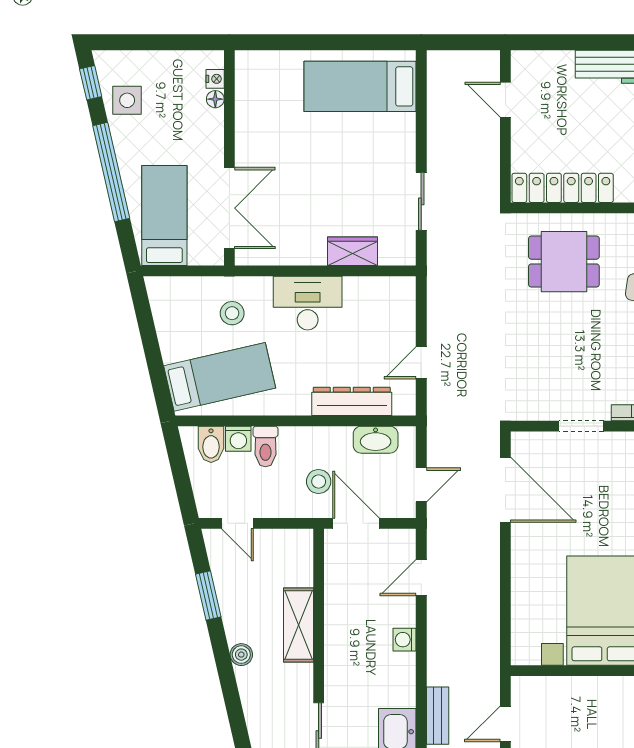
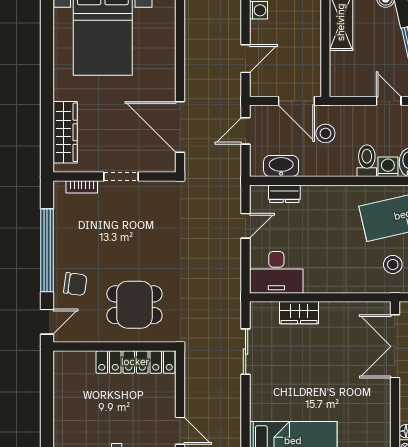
desk: (308, 303) -> (276, 272), moved
dresser: (352, 401) -> (284, 194), width x0.51, depth x0.80

